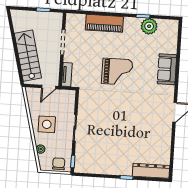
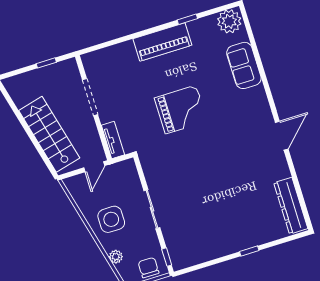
piano: (104, 23) -> (162, 42), moved
plant: (149, 26) -> (229, 21), moved
sofa: (167, 69) -> (244, 65), moved
dresser: (151, 171) -> (291, 206), moved, turned -90

